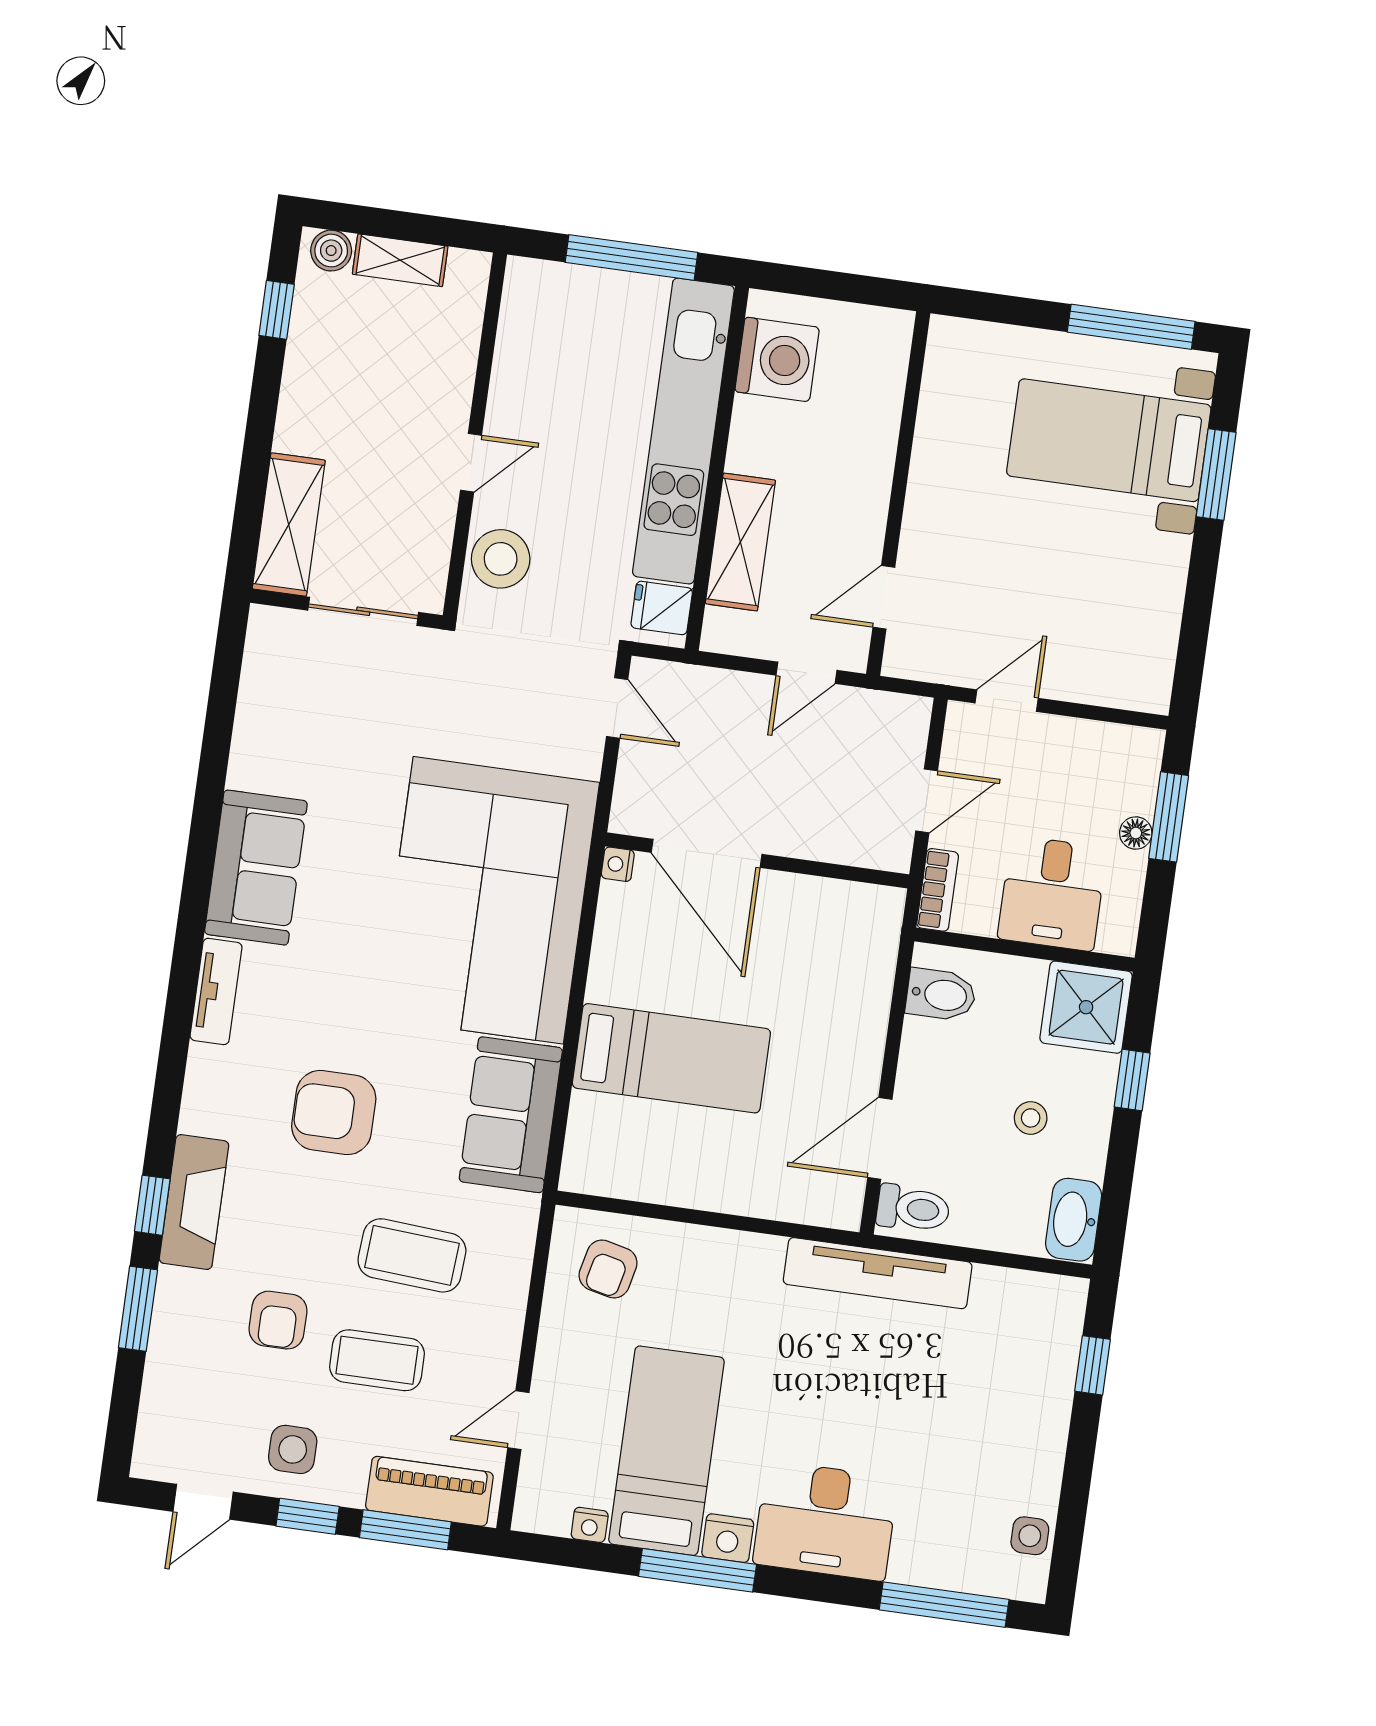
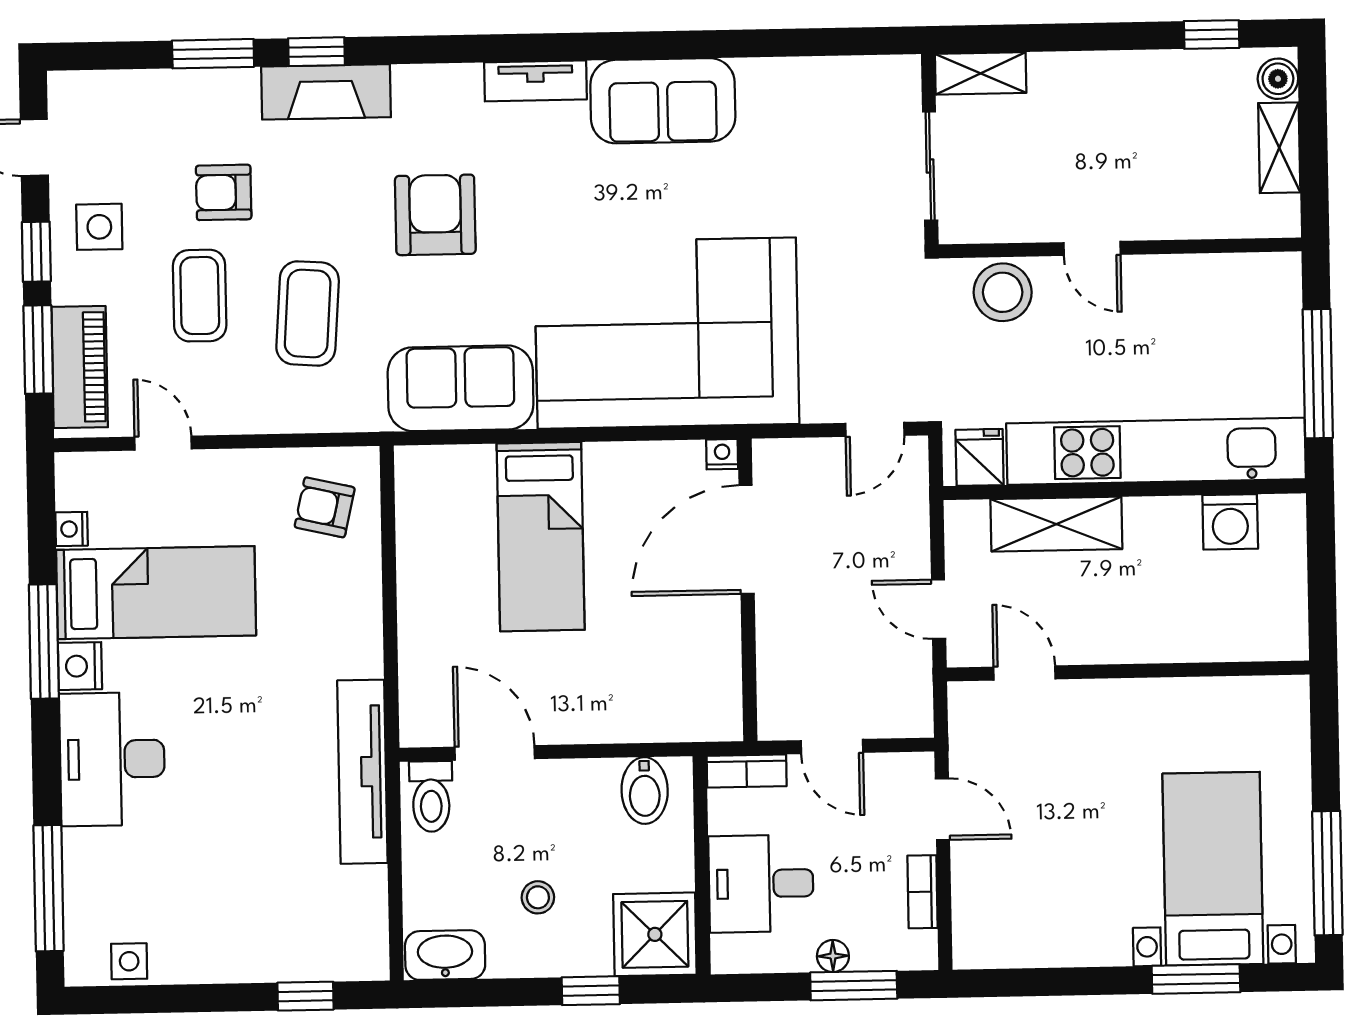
washing machine: (777, 359) -> (1230, 522), width x0.73, depth x0.73
shelving: (289, 524) -> (981, 73), width x0.67, depth x0.75
bookcase: (1086, 734) -> (922, 892), added

